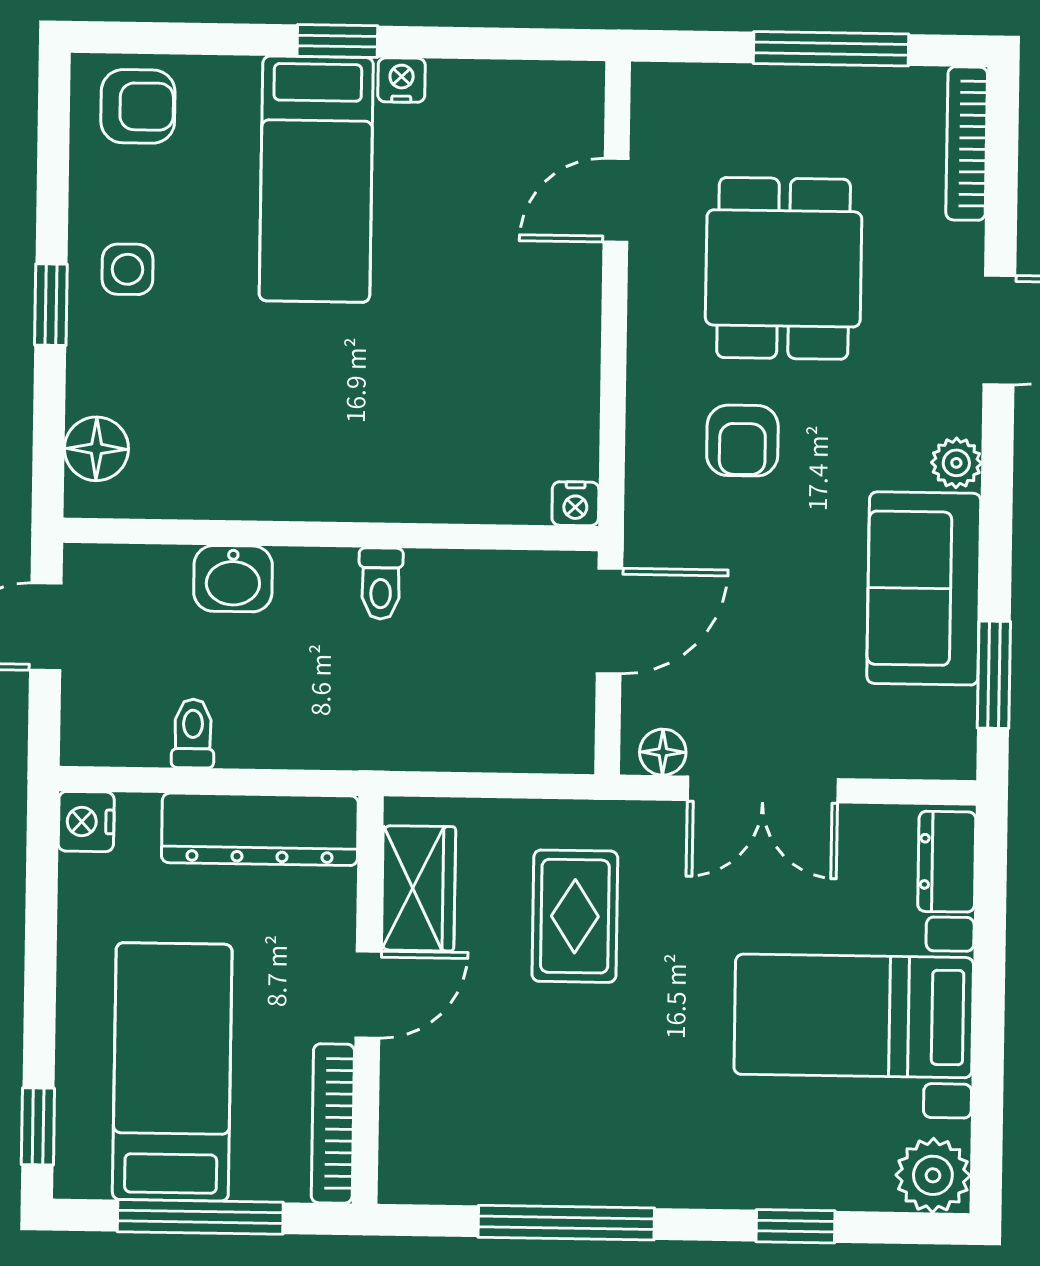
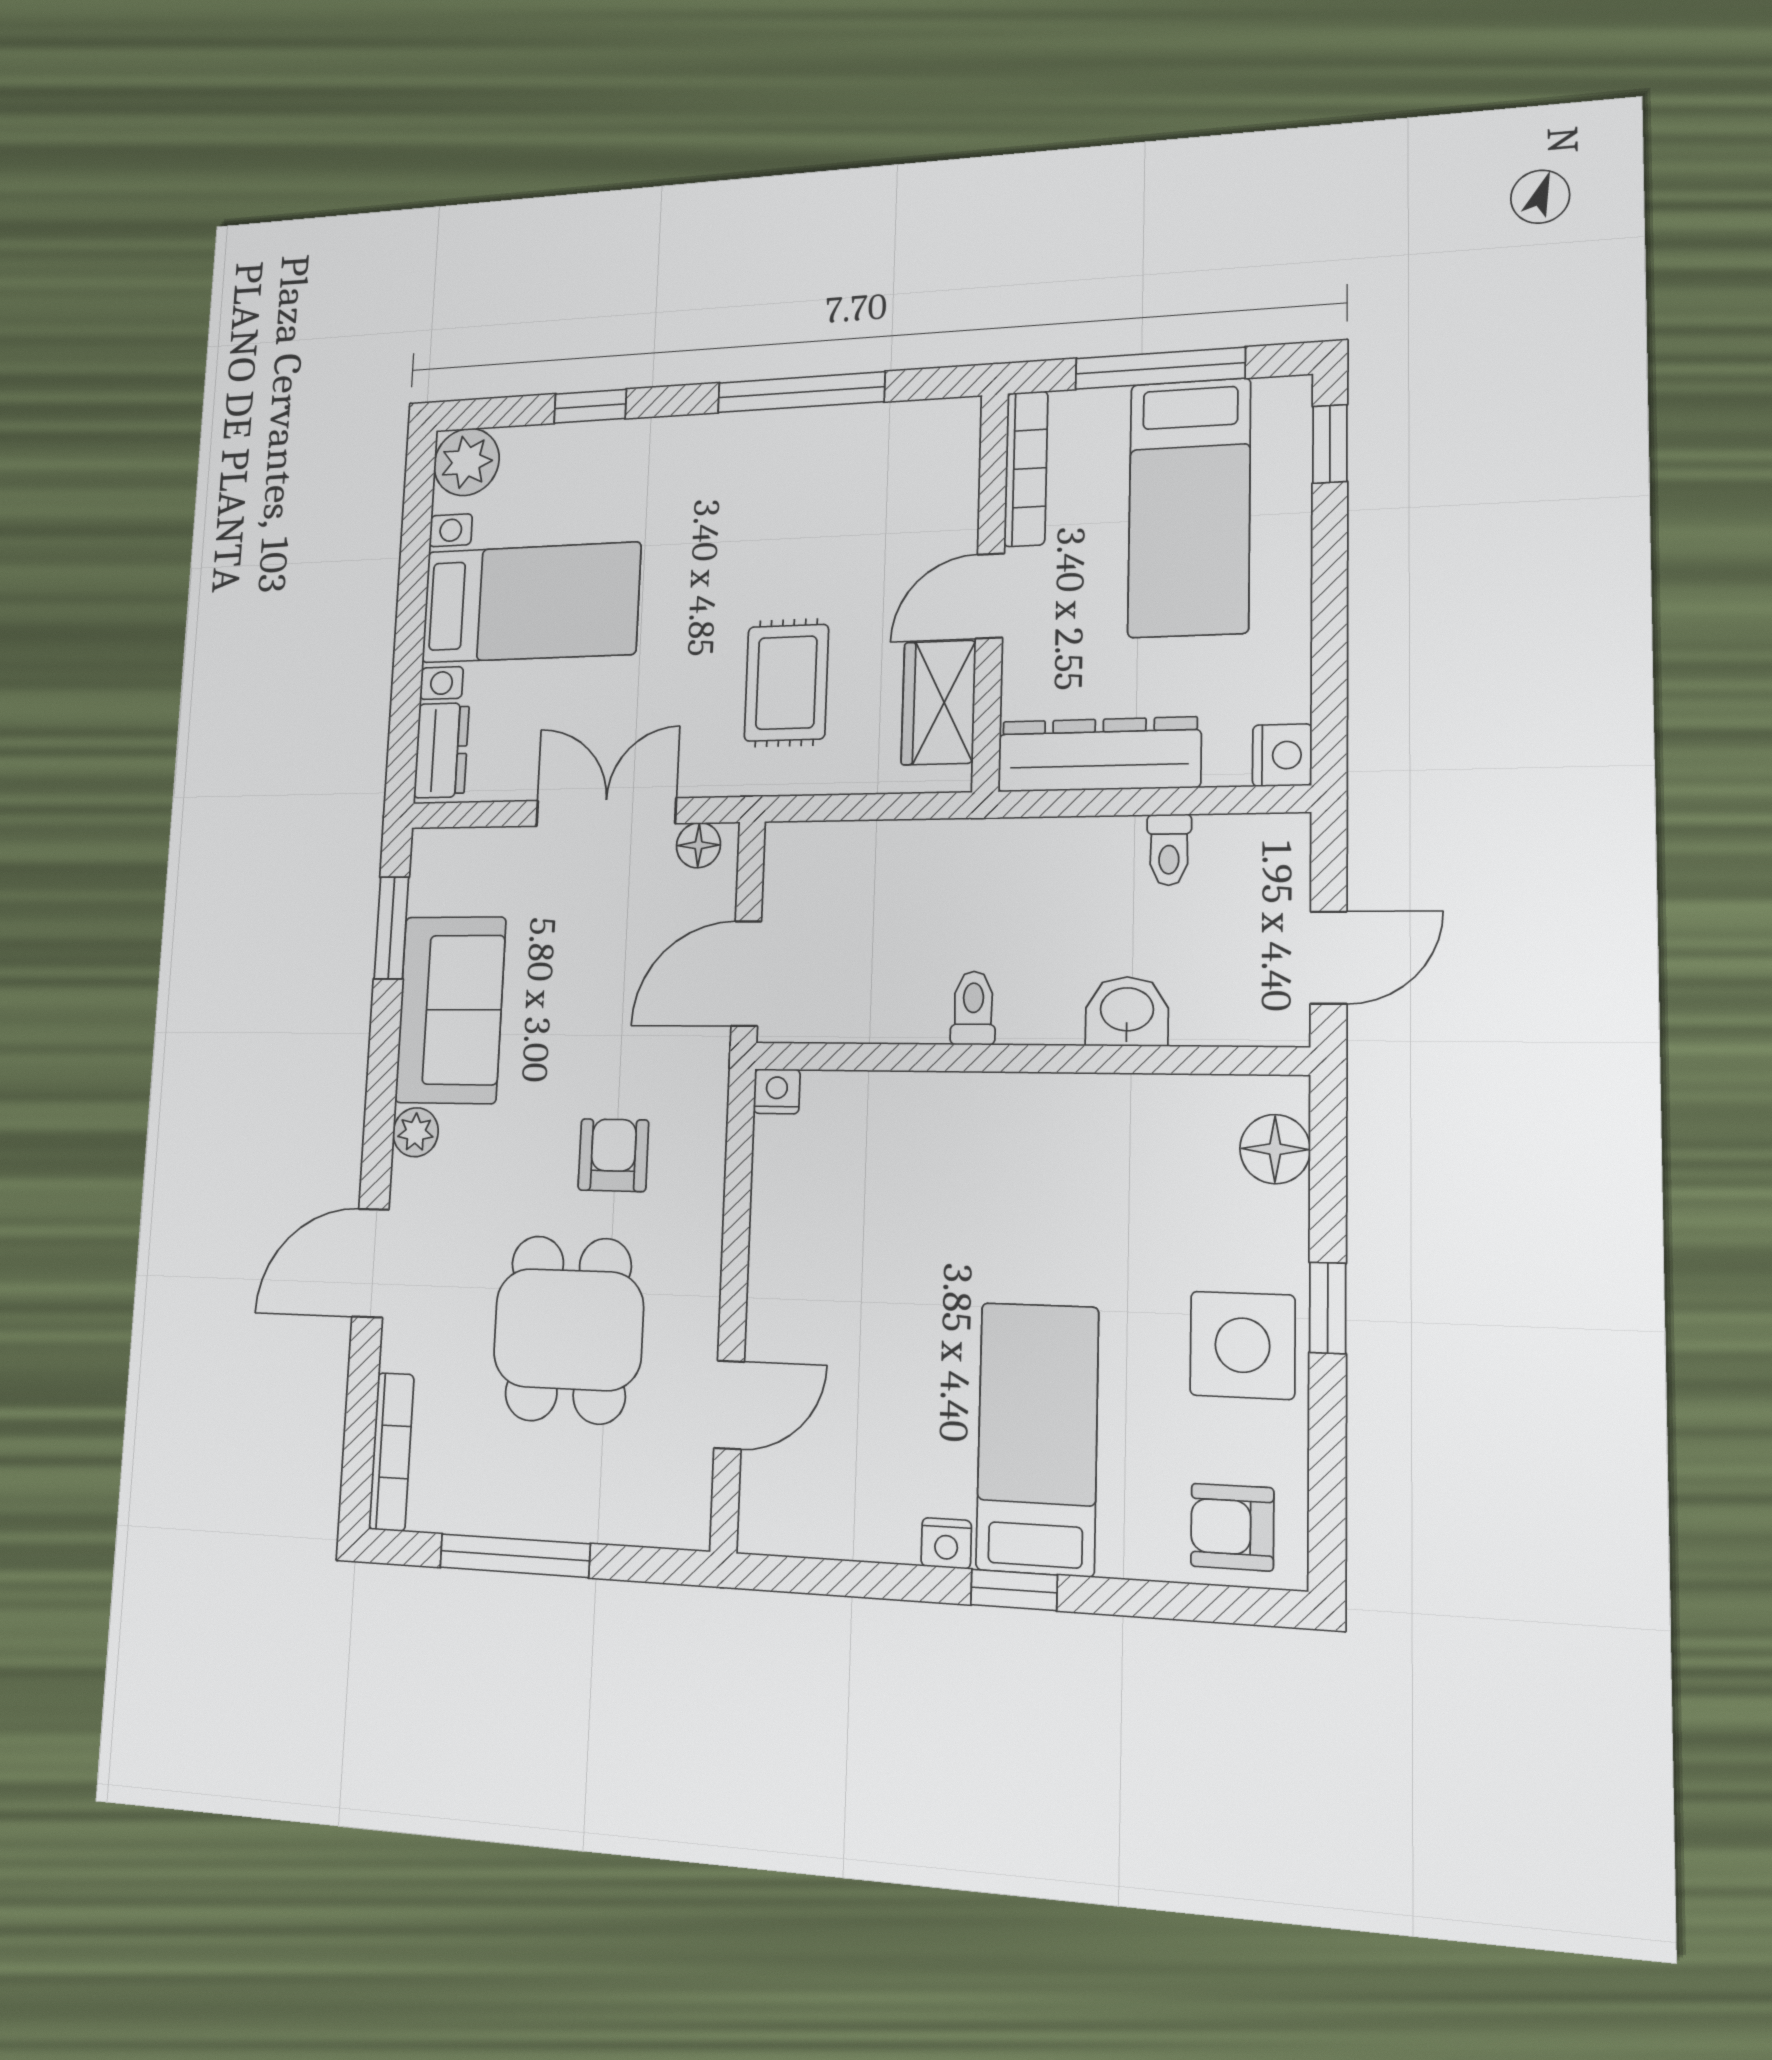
side table: (128, 269) -> (1242, 1345), width x1.87, depth x1.87

